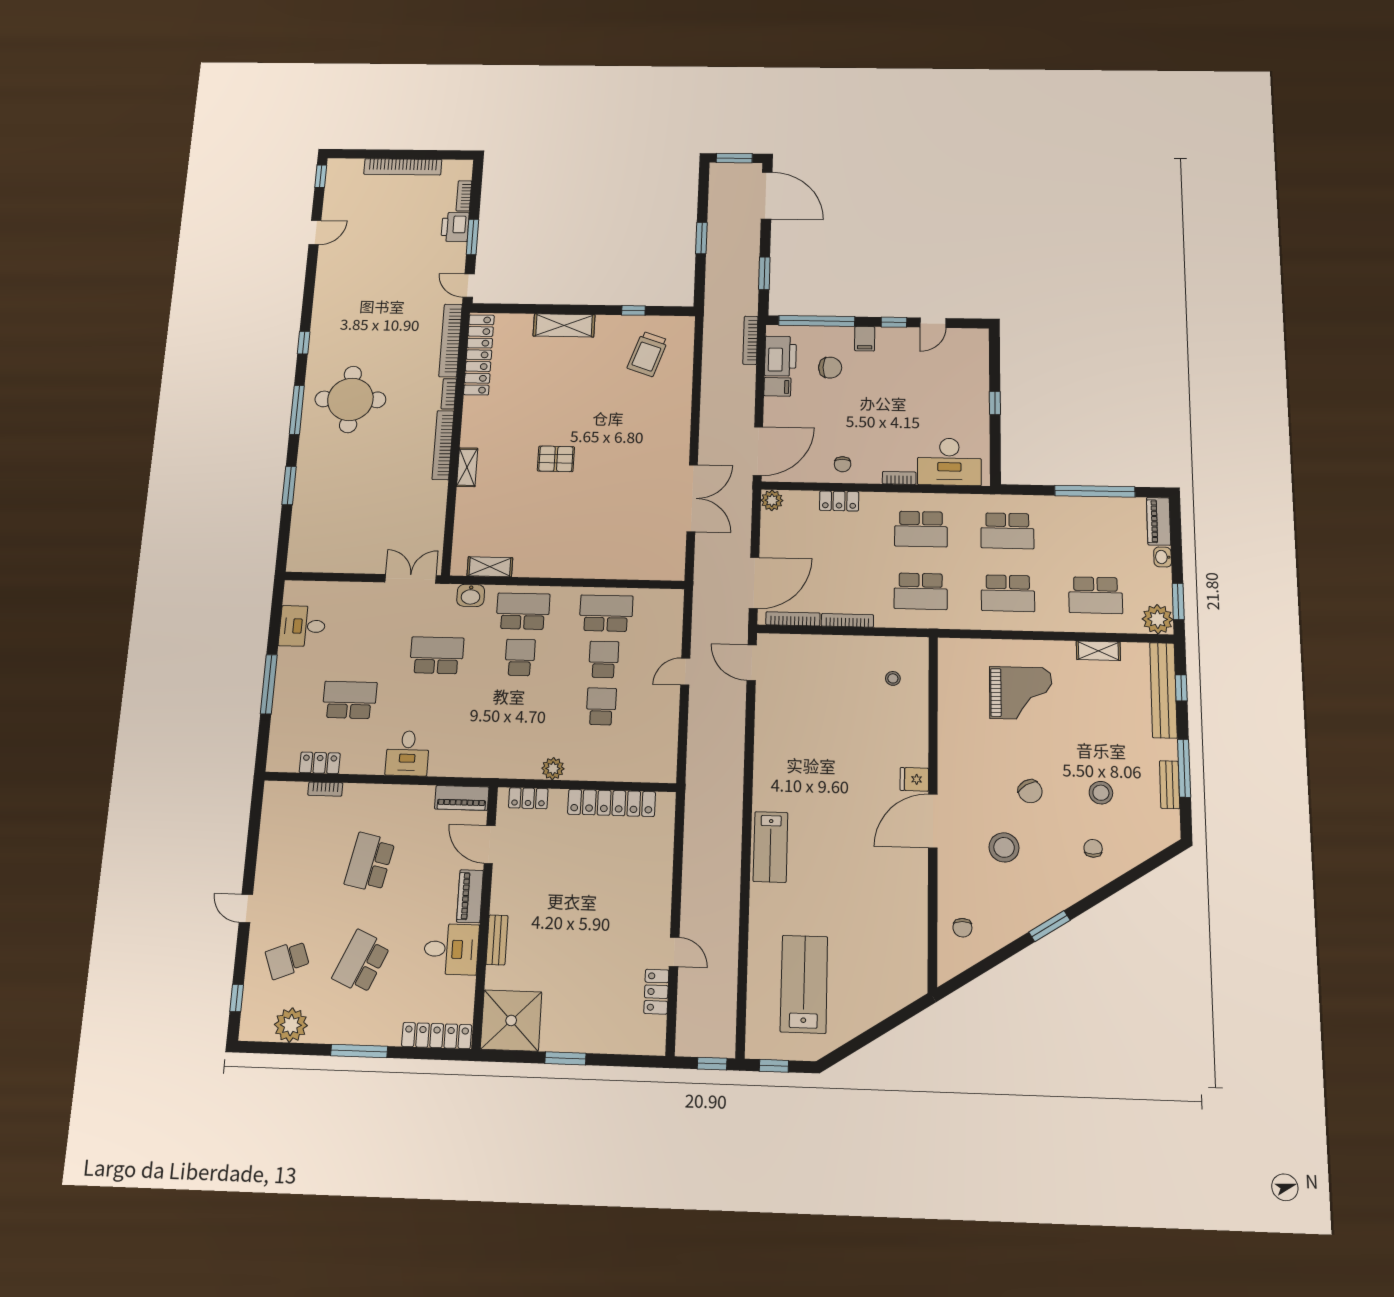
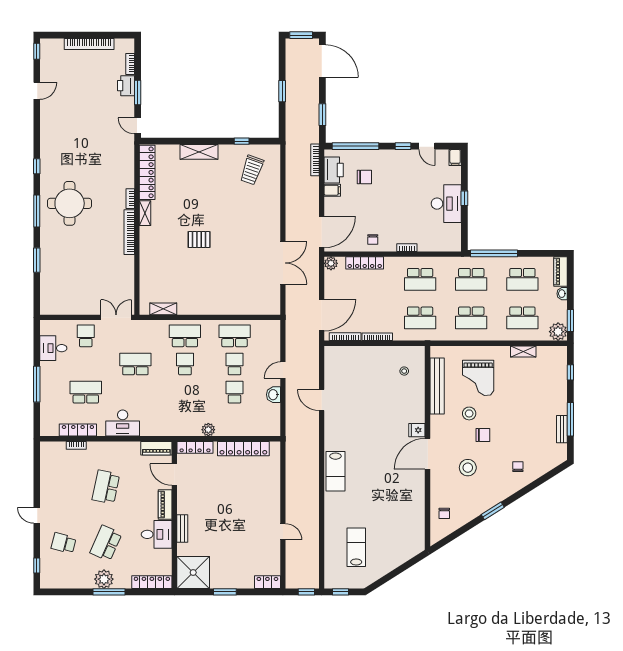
door: (933, 323) -> (427, 146), hinge flipped
filing cabinet: (865, 339) -> (455, 158), moved
bookcase: (450, 340) -> (129, 163), removed
desk: (949, 462) -> (446, 204), moved, turned -90
shelving: (467, 467) -> (145, 213), moved
window: (1095, 491) -> (494, 253), moved
locker: (839, 501) -> (365, 263), width x1.53
school desk: (1094, 533) -> (522, 279), added
washbasin: (471, 595) -> (273, 395), moved, turned 90
school desk: (358, 607) -> (86, 336), added
door: (752, 663) -> (322, 400), moved
bench: (1163, 690) -> (437, 386), moved
grand piano: (1021, 693) -> (478, 378), turned 90
desk: (407, 753) -> (123, 423), width x1.37
locker: (320, 763) -> (78, 430), width x1.53
chair: (1030, 791) -> (483, 435), turned -59
stool: (1101, 793) -> (469, 413), moved
locker: (528, 798) -> (195, 447), width x1.53
school desk: (287, 960) -> (64, 543), turned 36
lab bench: (804, 984) -> (356, 547), width x0.73, depth x0.72
locker: (656, 992) -> (267, 582), moved, turned 90
plant: (291, 1025) -> (104, 579), moved

